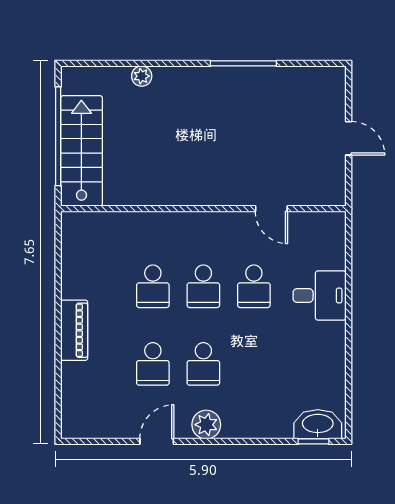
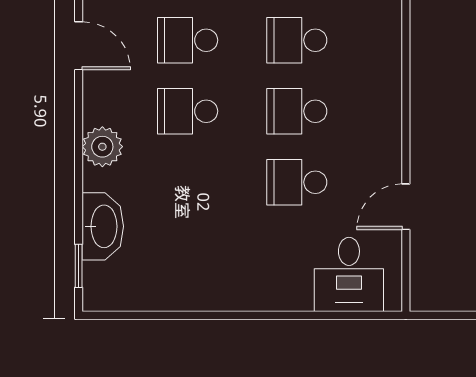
desk: (320, 295) -> (349, 274), moved
washbasin: (318, 424) -> (103, 226), moved
plant: (206, 425) -> (102, 147), moved

